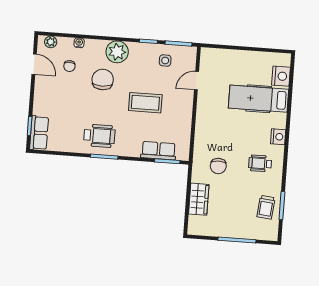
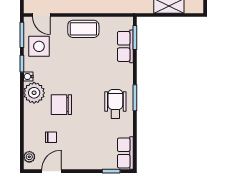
water cooler: (79, 43) -> (28, 76), moved
side table: (165, 60) -> (39, 46), width x1.87, depth x1.87
door: (197, 81) -> (41, 15), moved
coffee table: (145, 103) -> (83, 29), moved, turned 90
row of seats: (39, 133) -> (125, 153), moved, turned -90

